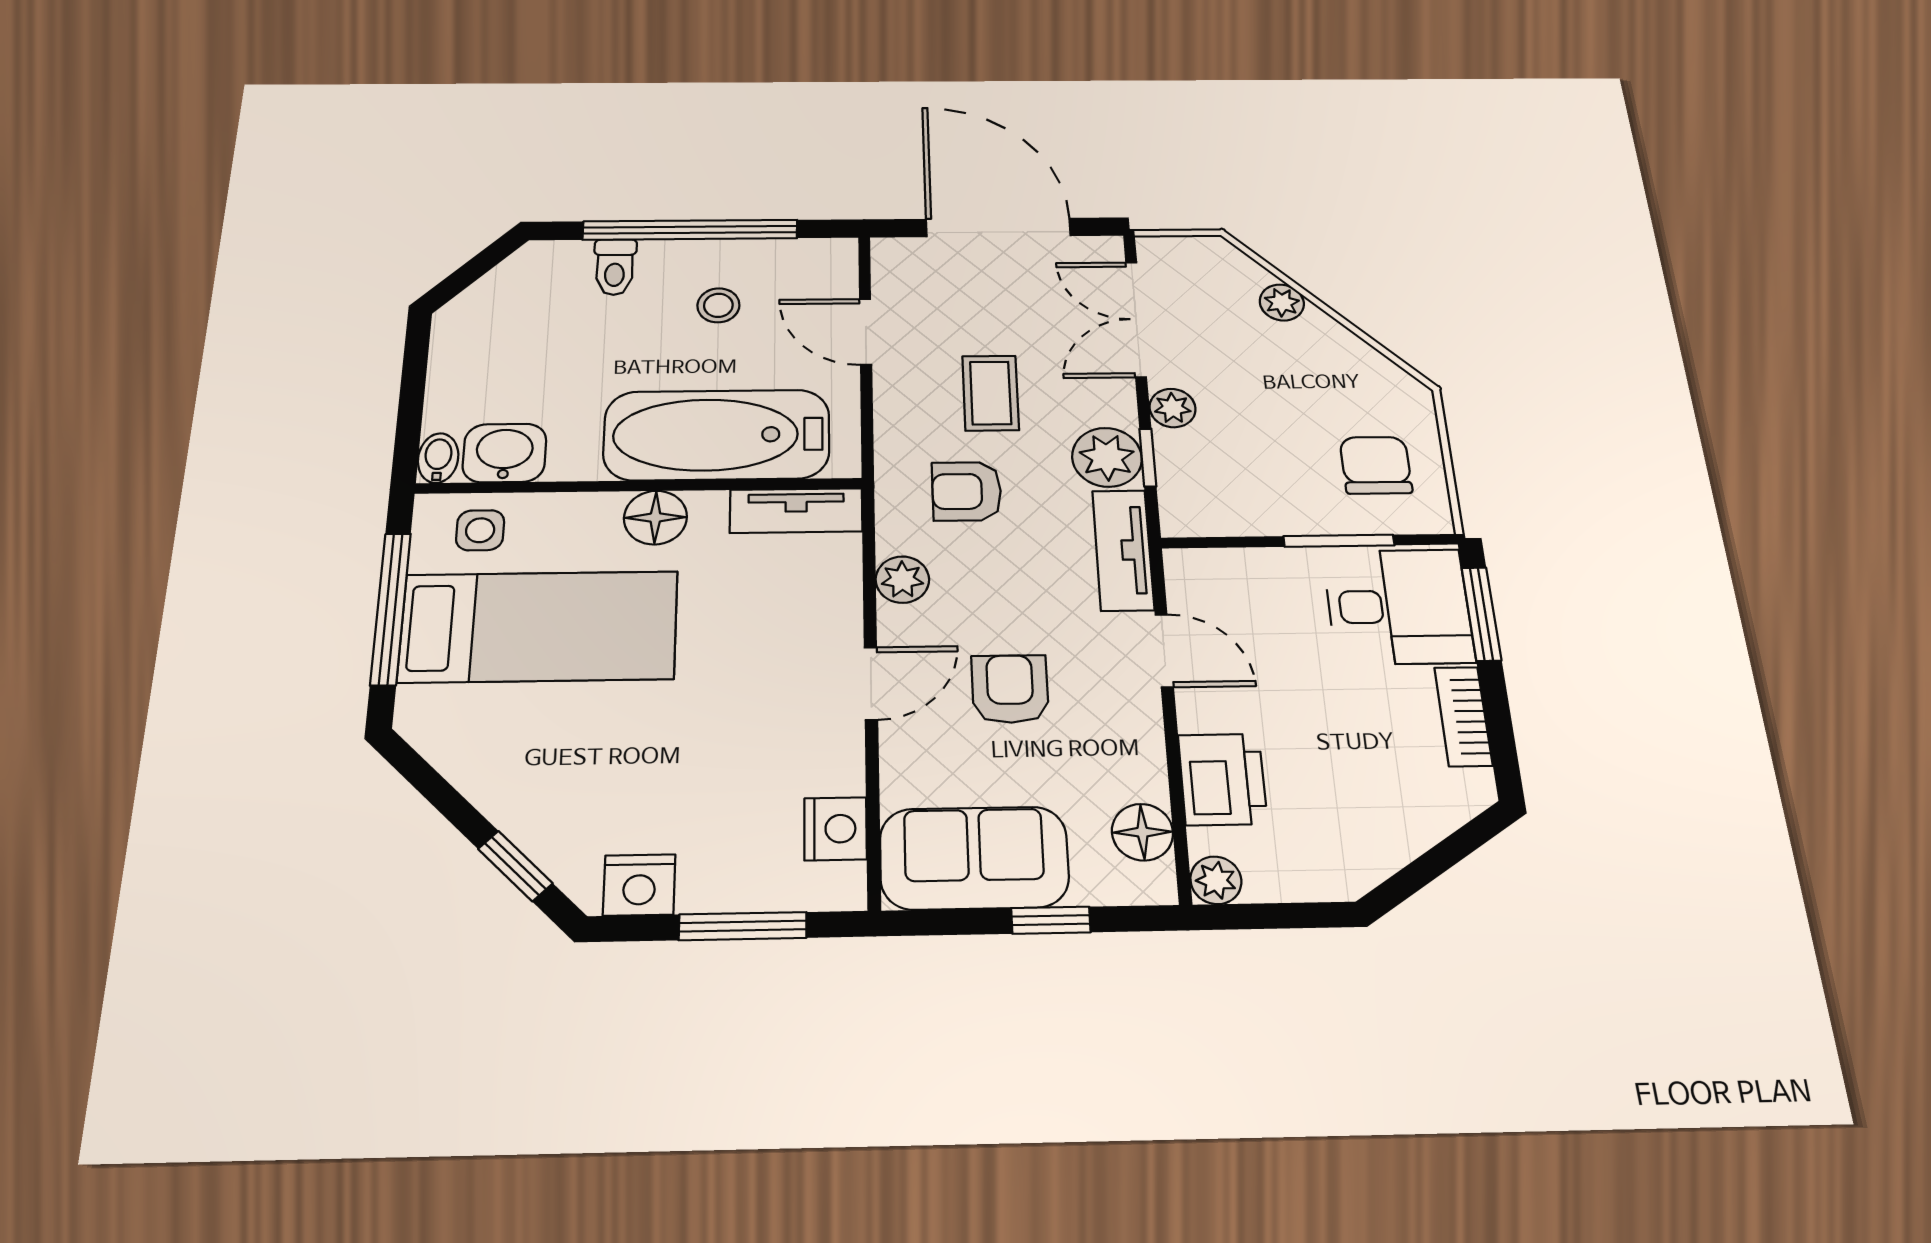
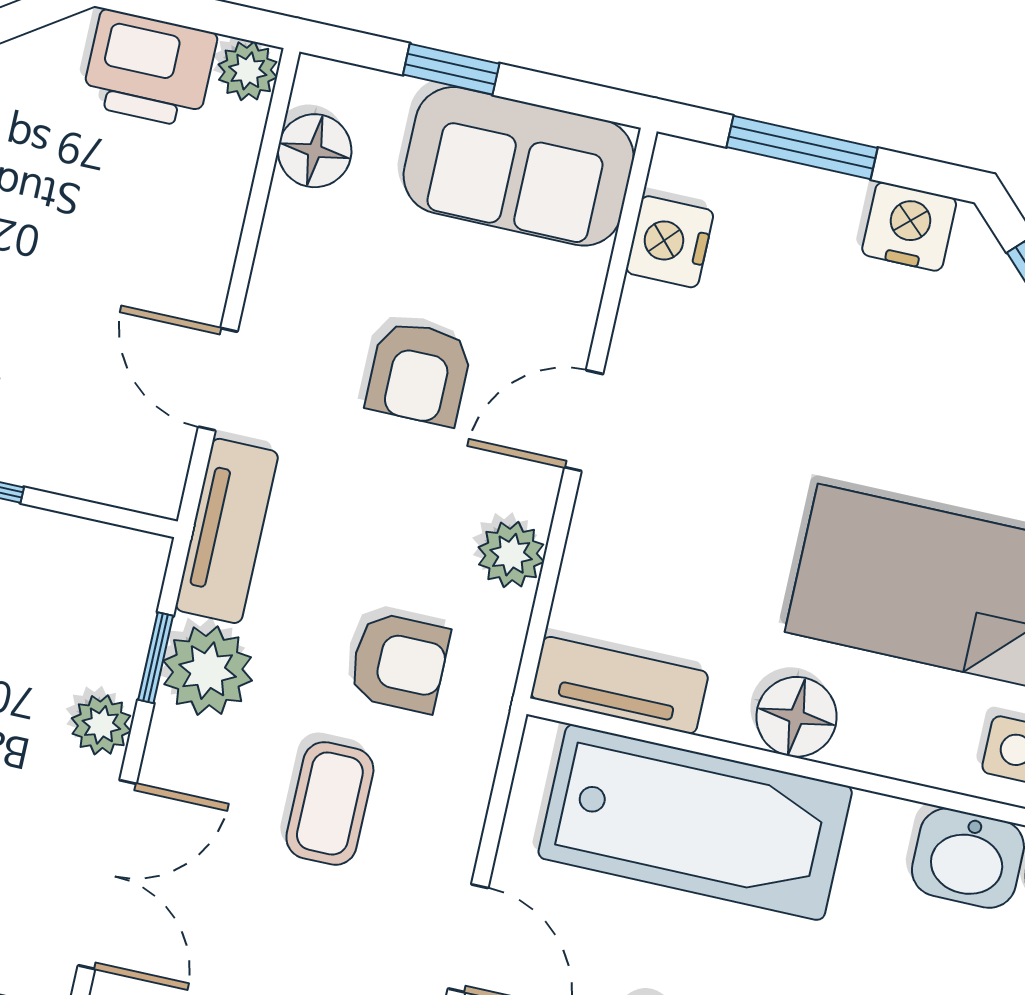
printer: (1223, 779) -> (149, 69), moved, turned -90

